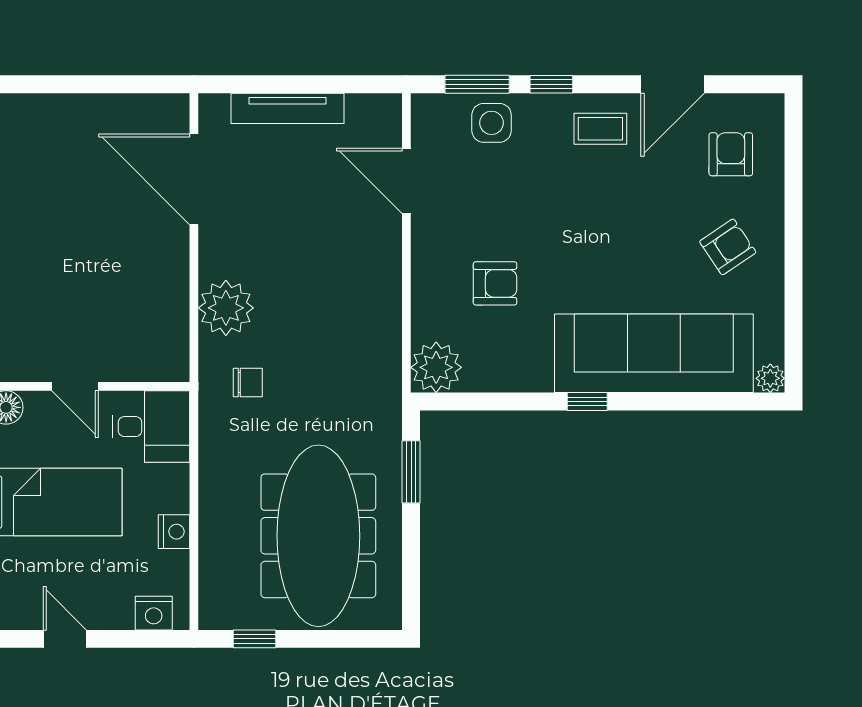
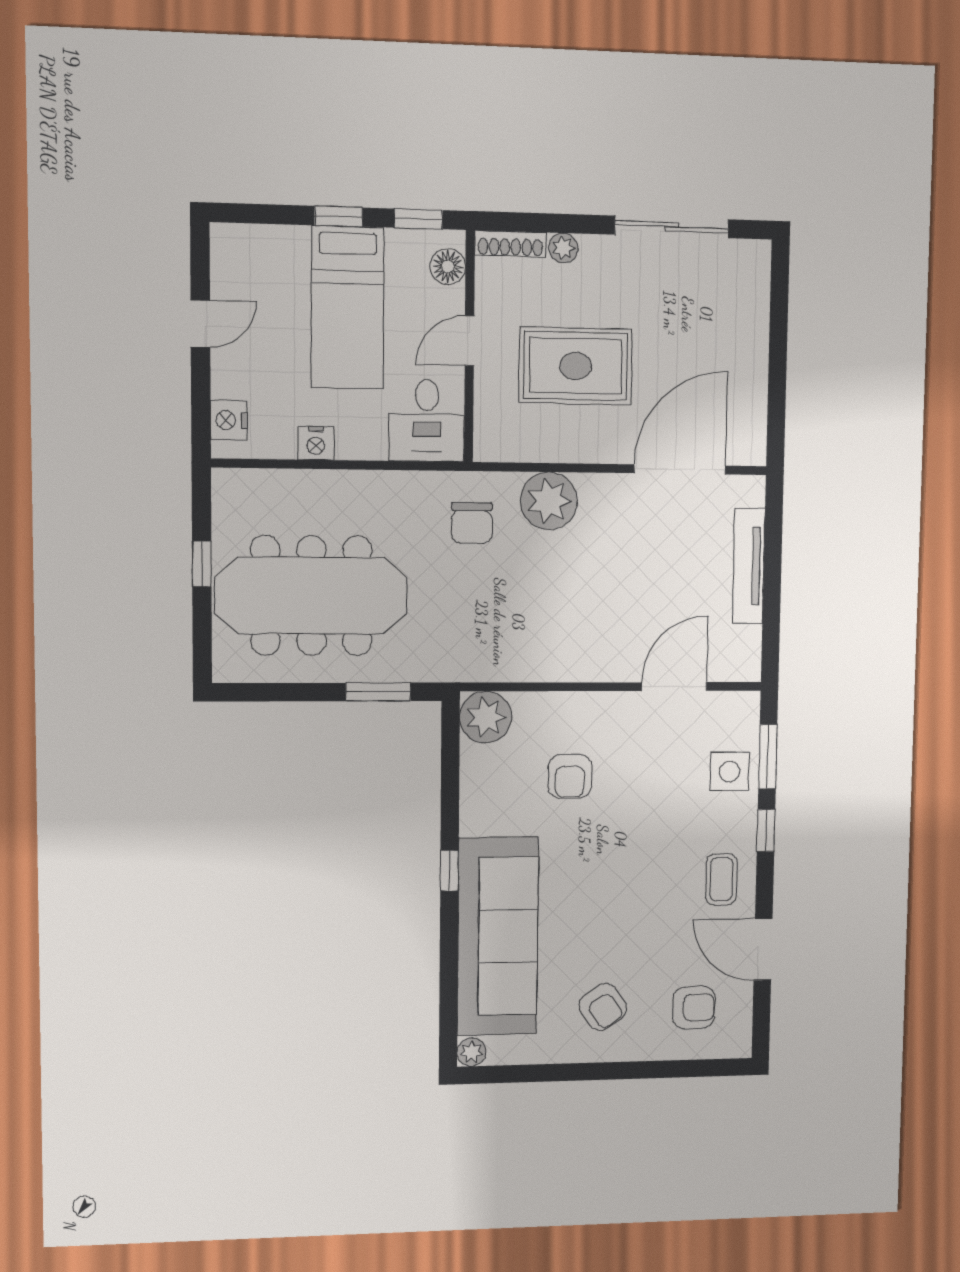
rug: (96, 284) -> (576, 366), added
chair: (248, 382) -> (472, 523), width x1.37, depth x1.37
window: (255, 639) -> (202, 564), moved

